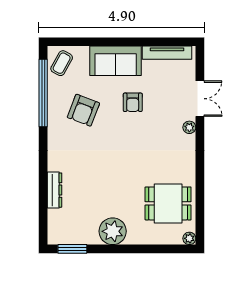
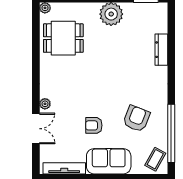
double door: (200, 99) -> (36, 129), swing flipped
armchair: (133, 102) -> (94, 125), turned -90

